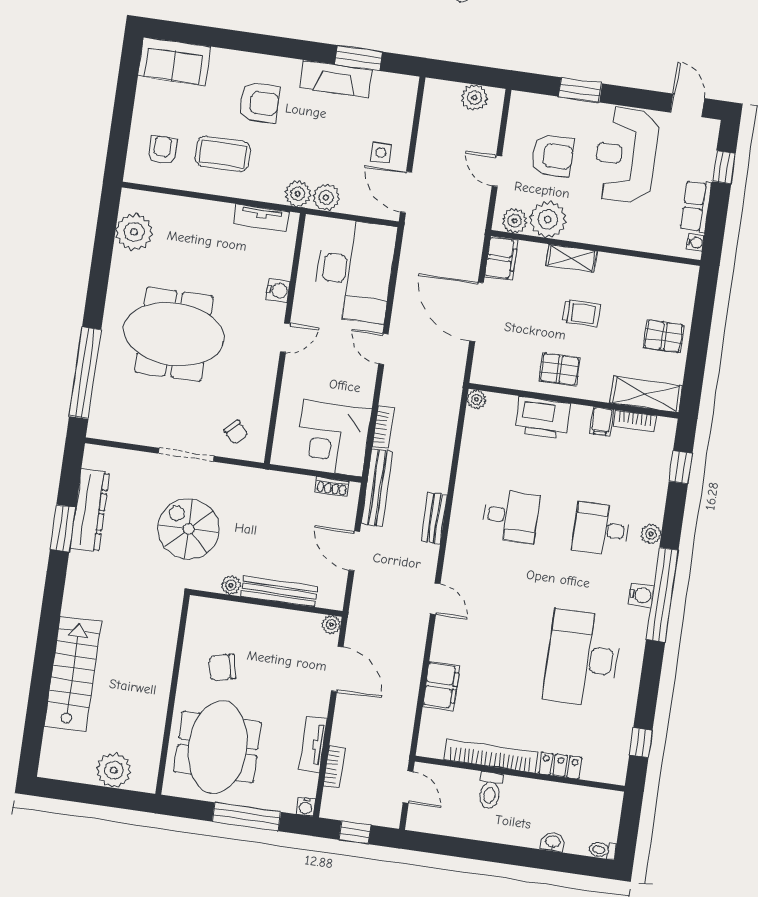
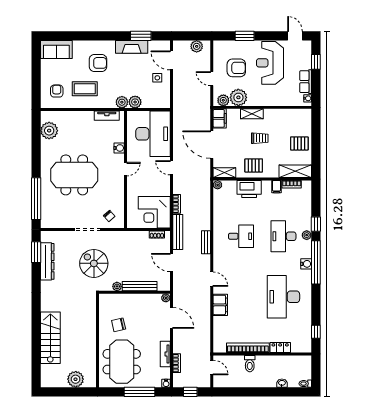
door: (406, 192) -> (171, 60), moved
shelving: (495, 375) -> (224, 173), added
window: (681, 467) -> (316, 224), moved
window: (63, 528) -> (36, 252), moved
desk: (601, 529) -> (284, 236), width x1.37
filing cabinet: (441, 686) -> (220, 305), moved

